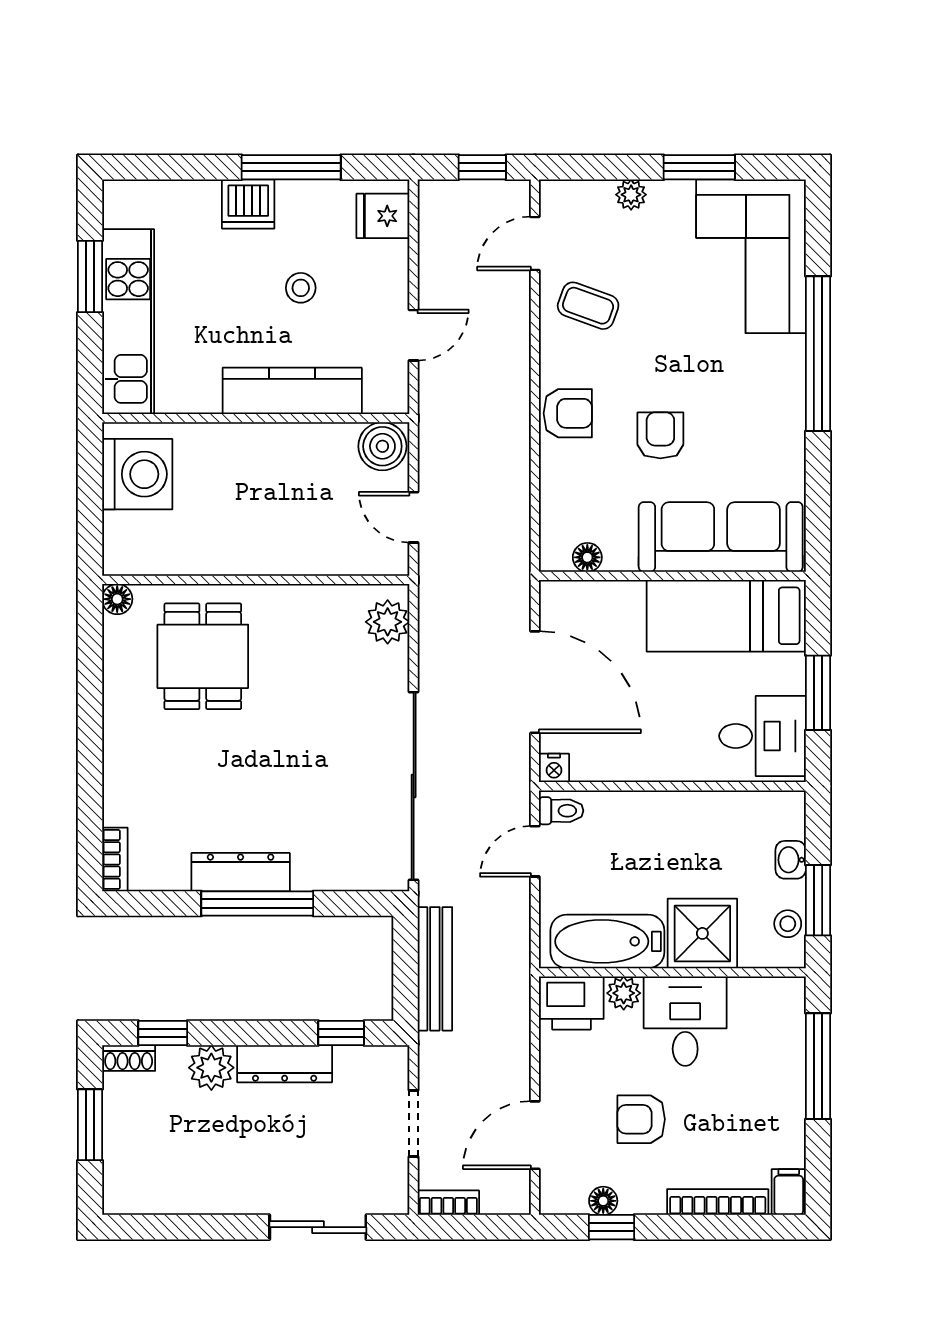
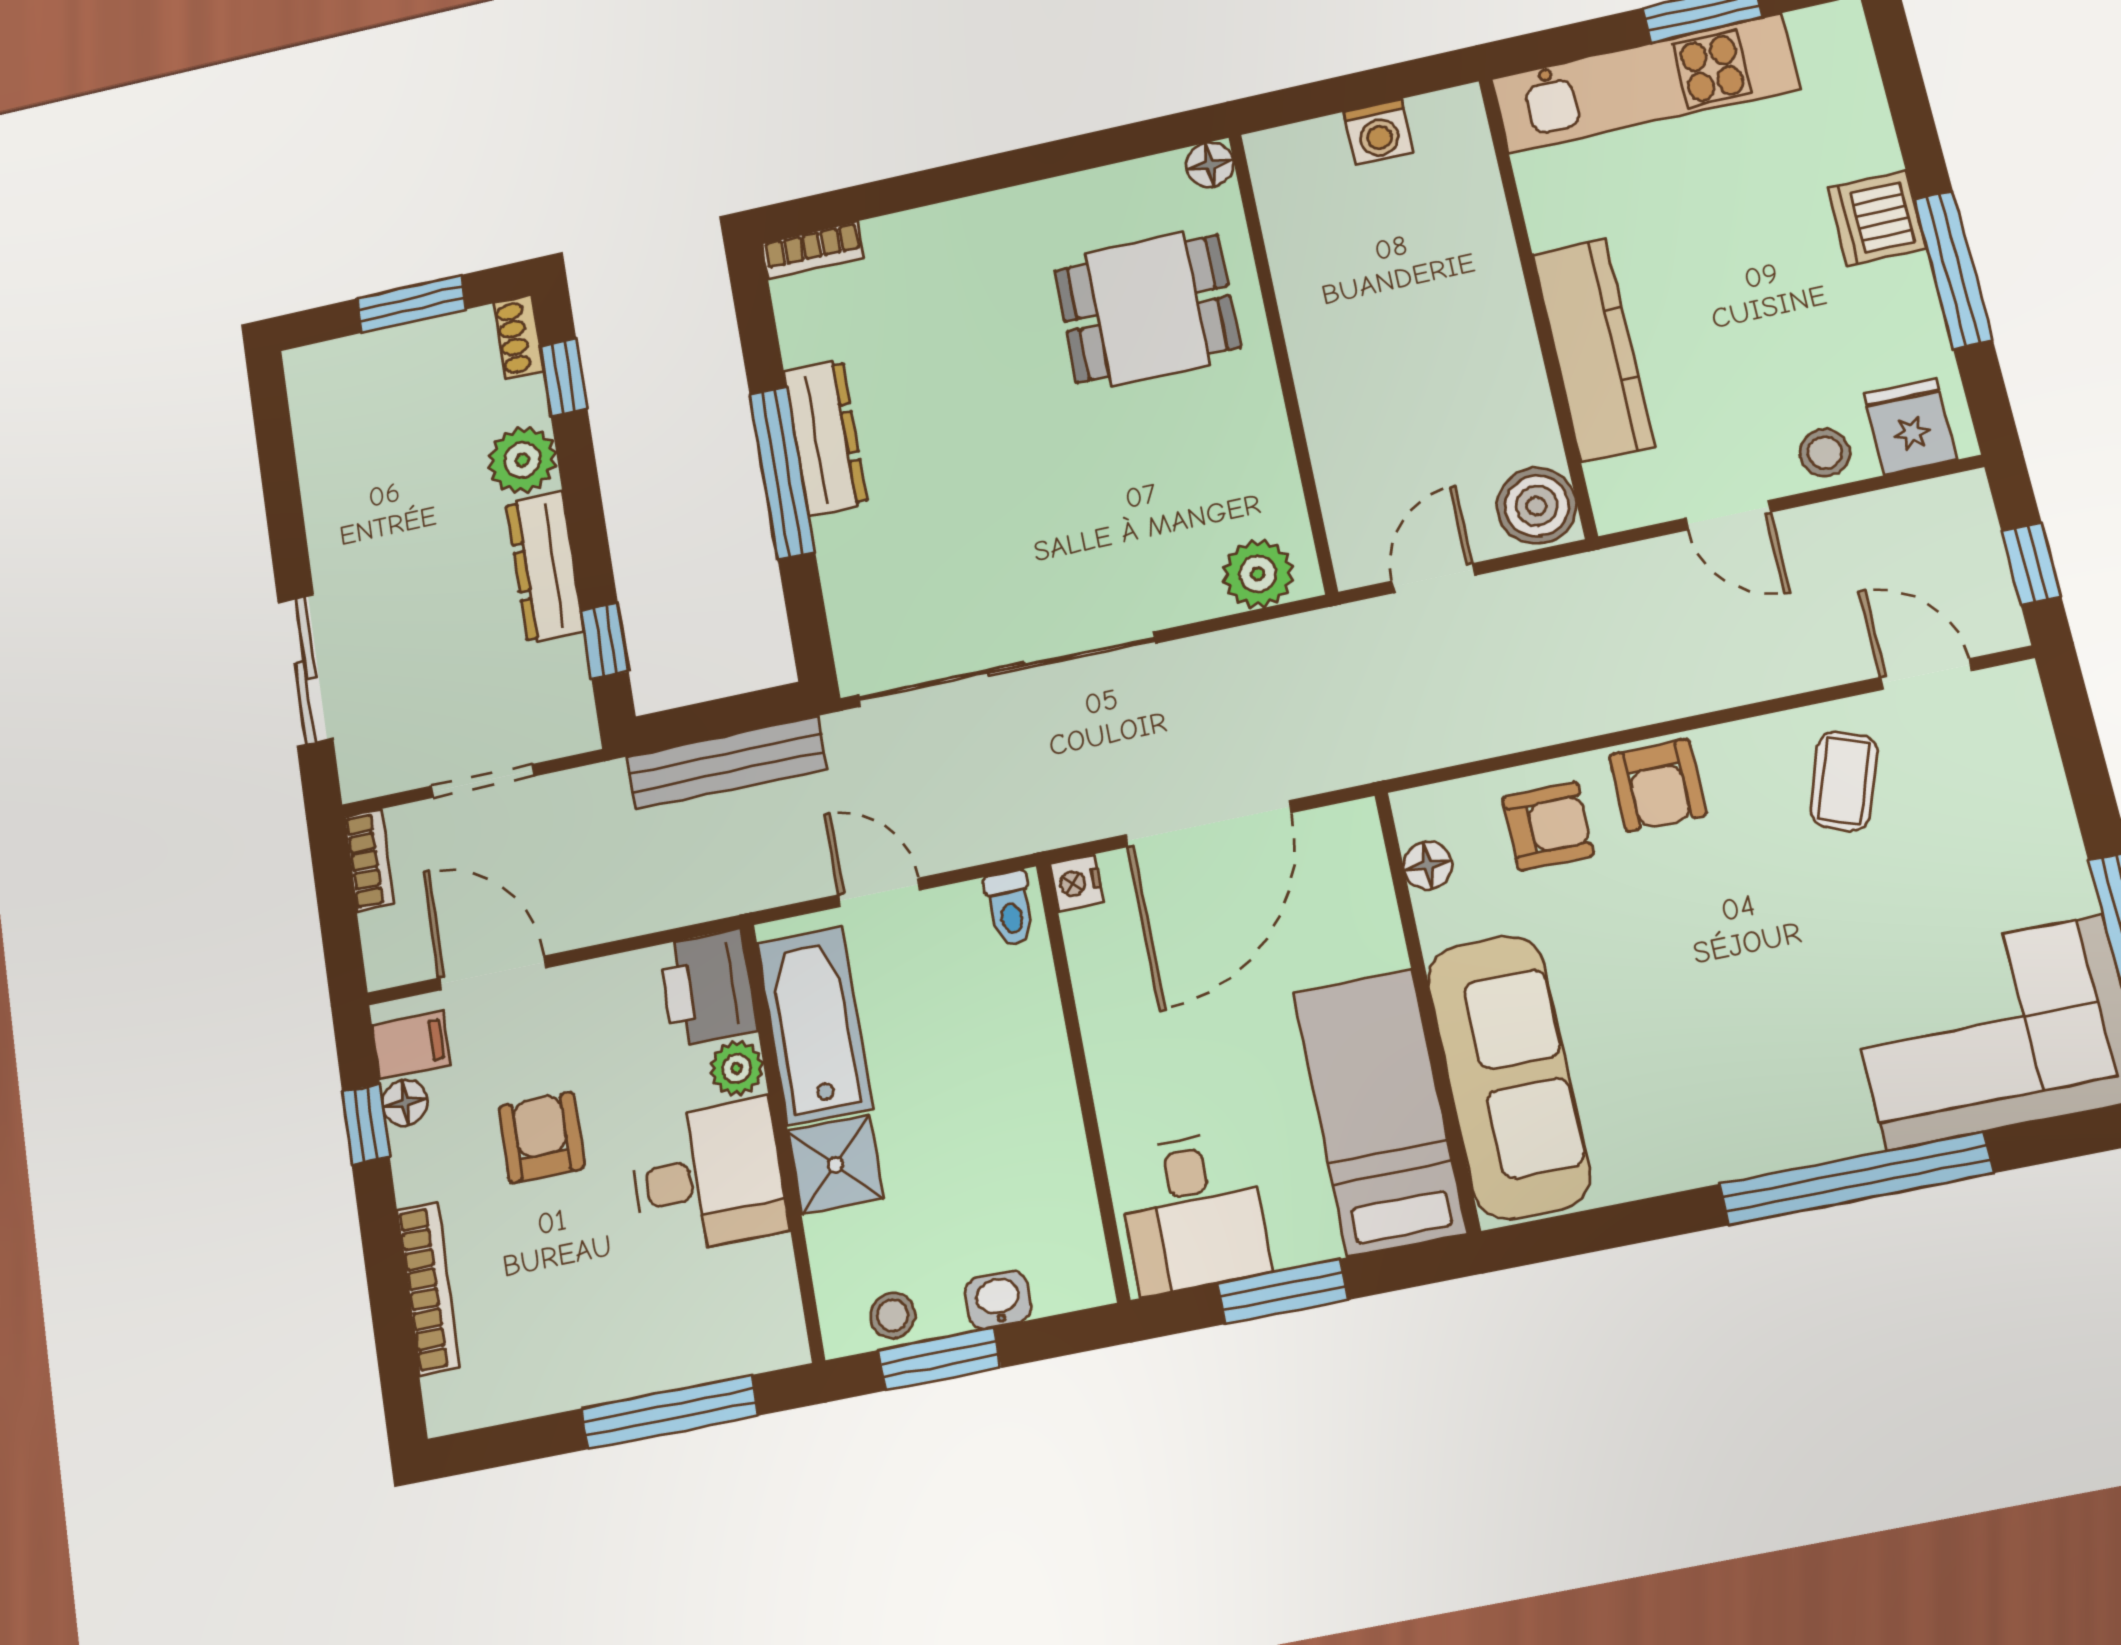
plant: (631, 195) -> (2048, 812), removed
stool: (301, 288) -> (1825, 453), moved
armchair: (660, 435) -> (1548, 826), moved
washing machine: (137, 474) -> (1378, 132), width x0.53, depth x0.53
door: (535, 851) -> (879, 892), moved
shower: (702, 933) -> (836, 1165), width x0.73, depth x0.73
filing cabinet: (789, 1192) -> (411, 1045), moved

